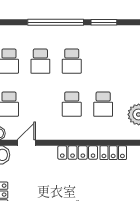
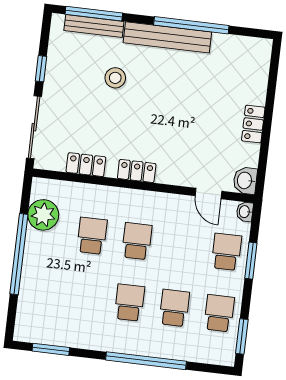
window: (104, 22) -> (51, 349), moved
door: (26, 143) -> (208, 194), hinge flipped
locker: (78, 153) -> (137, 171), width x0.66

